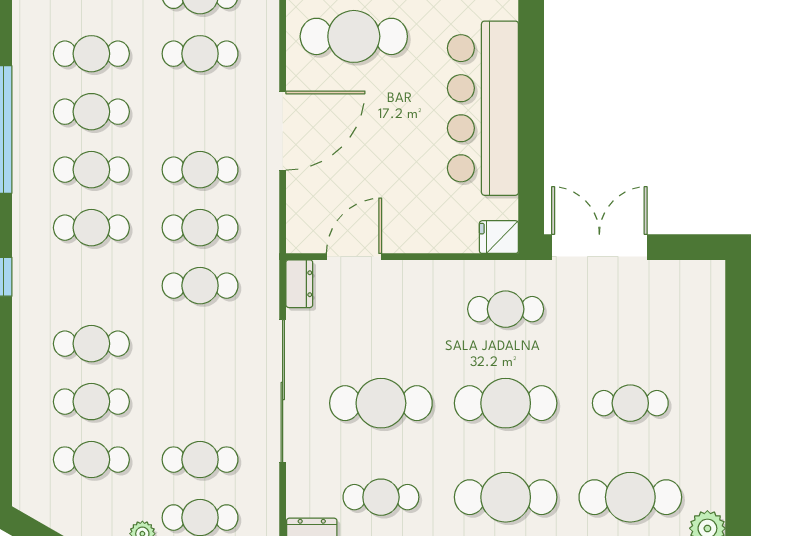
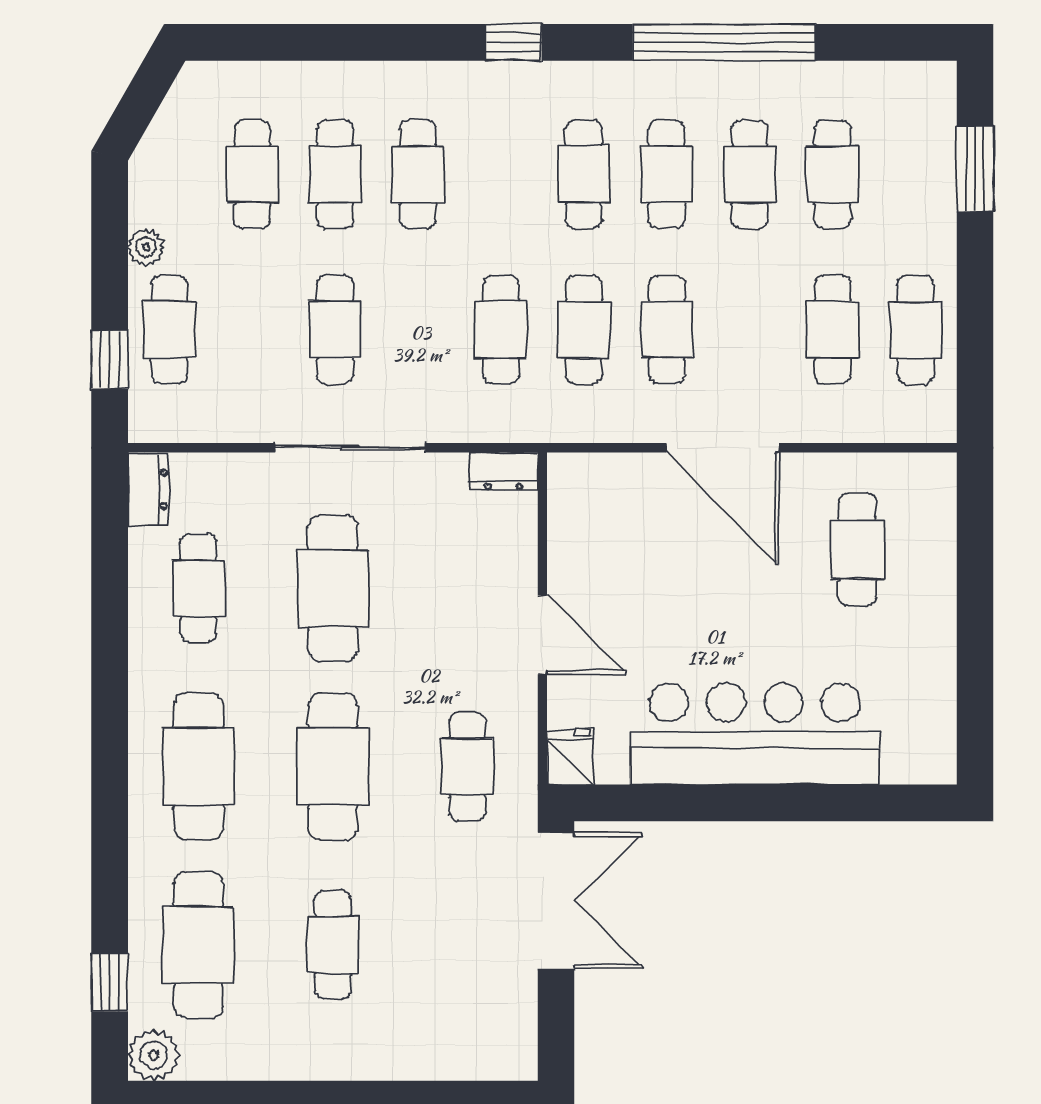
cafe table: (354, 36) -> (857, 549), width x0.73, depth x0.74
door: (354, 257) -> (542, 635), moved
sliding door: (283, 391) -> (350, 448), width x0.73
cafe table: (200, 460) -> (335, 330), moved

